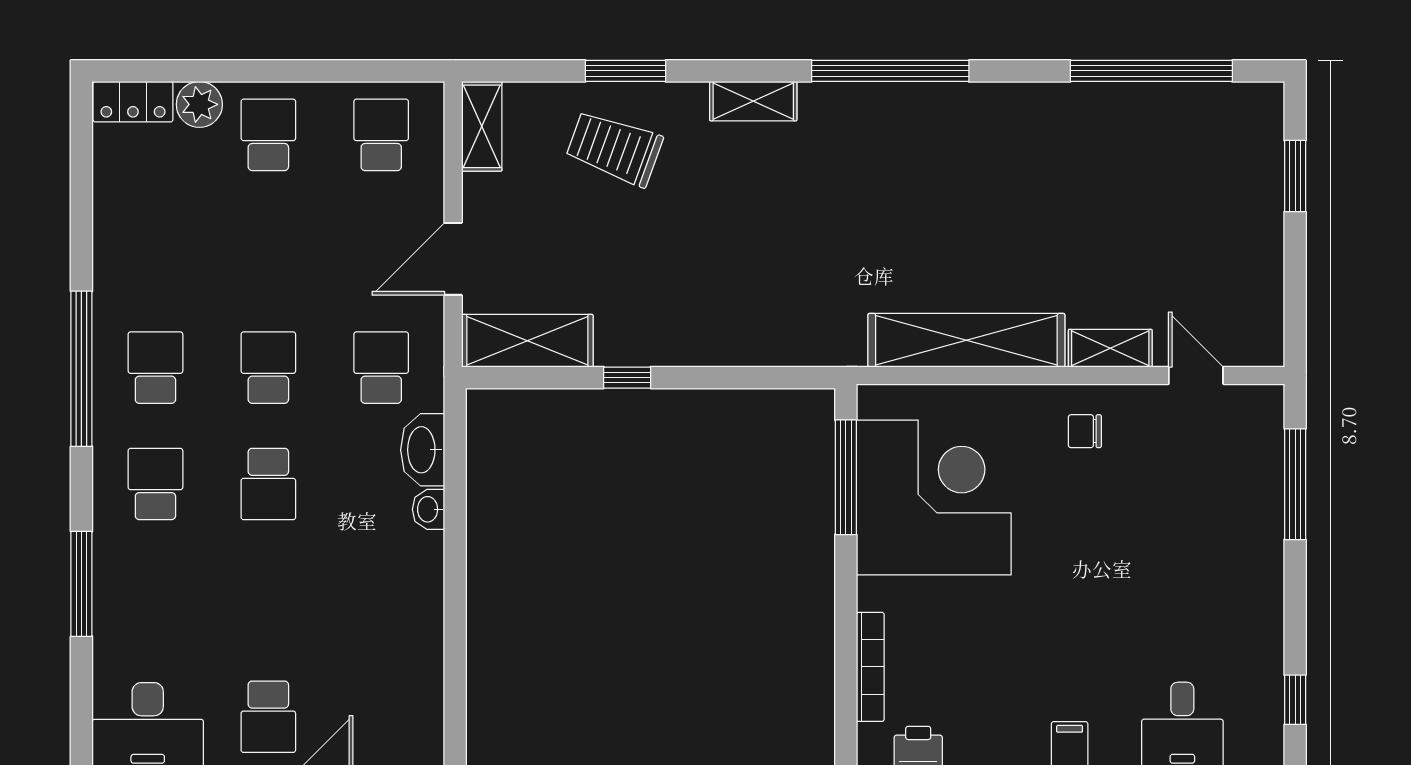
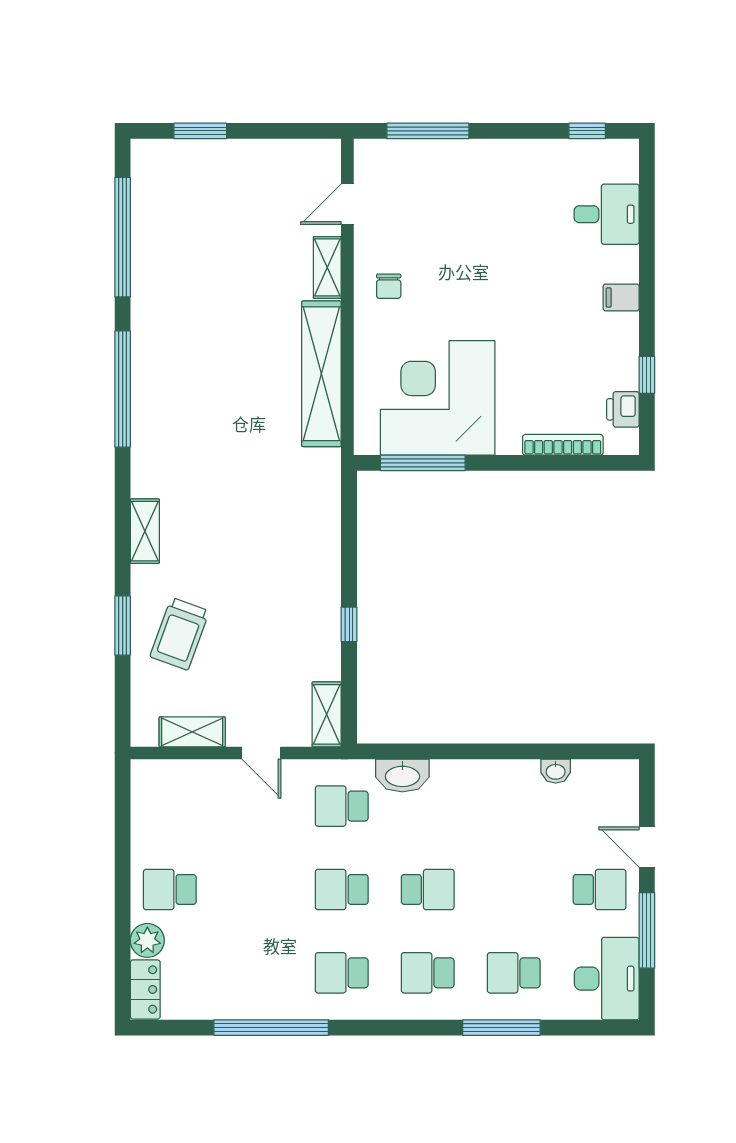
window: (890, 71) -> (123, 389), moved
shelving: (482, 126) -> (192, 732), moved
school desk: (381, 135) -> (514, 973), moved
door: (453, 259) -> (261, 753), width x0.73
shelving: (527, 341) -> (327, 714), width x0.67, depth x0.75
window: (81, 369) -> (271, 1028), moved
washbasin: (429, 509) -> (556, 771), moved

